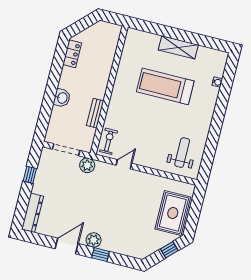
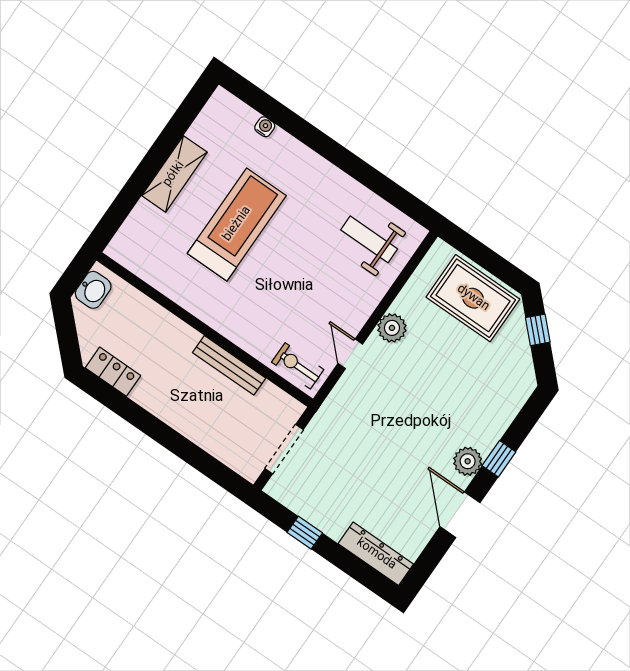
treadmill: (165, 86) -> (237, 224), turned 180
washbasin: (62, 98) -> (93, 290), moved, turned 90
bench: (95, 113) -> (229, 365), width x1.36
plant: (87, 165) -> (392, 328), moved

